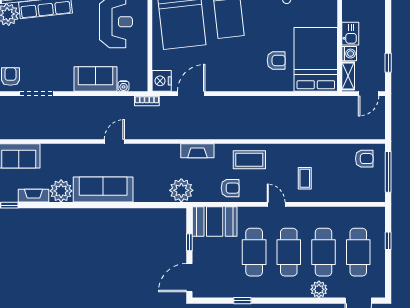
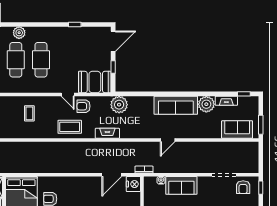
door: (276, 204) -> (68, 94), moved
cafe table: (254, 252) -> (66, 60), removed

